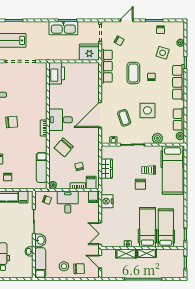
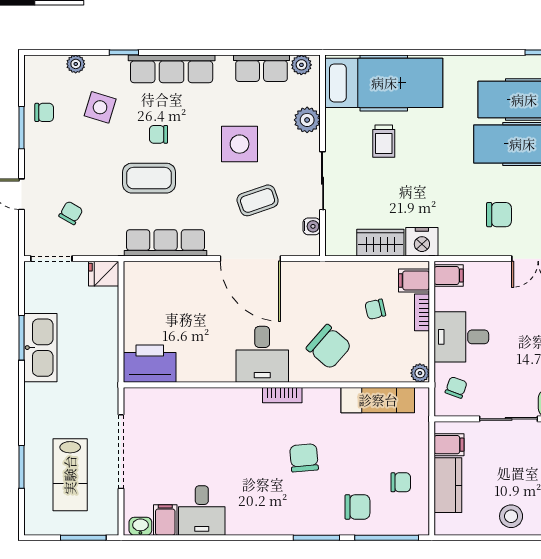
fridge: (89, 52) -> (104, 274), width x0.53, depth x0.75
row of seats: (107, 66) -> (166, 243), moved
chair: (12, 122) -> (304, 458), moved
chair: (140, 184) -> (499, 215), moved
nightstand: (107, 201) -> (422, 242), moved

